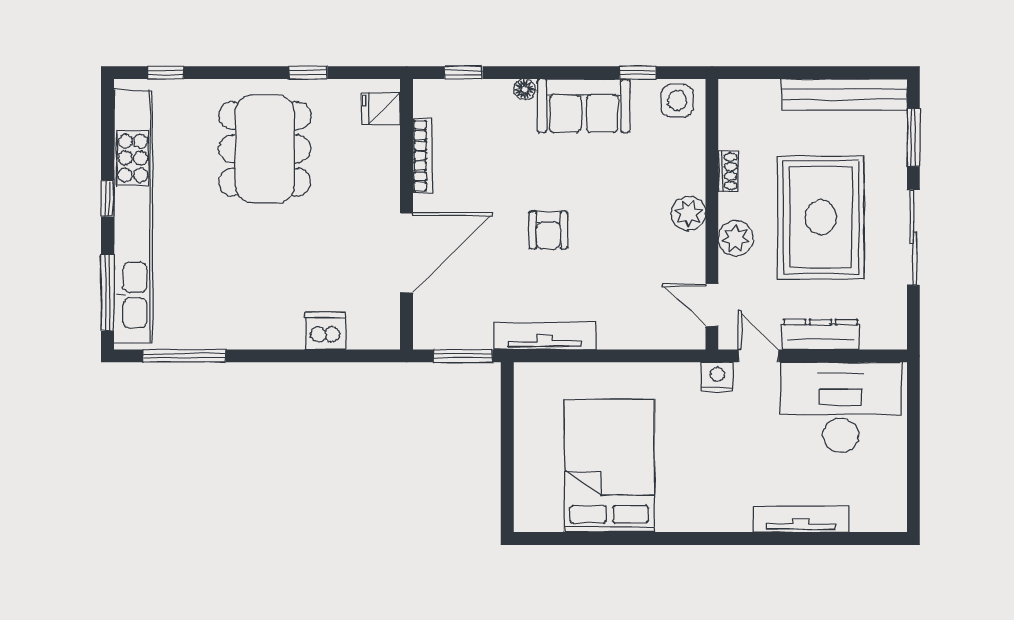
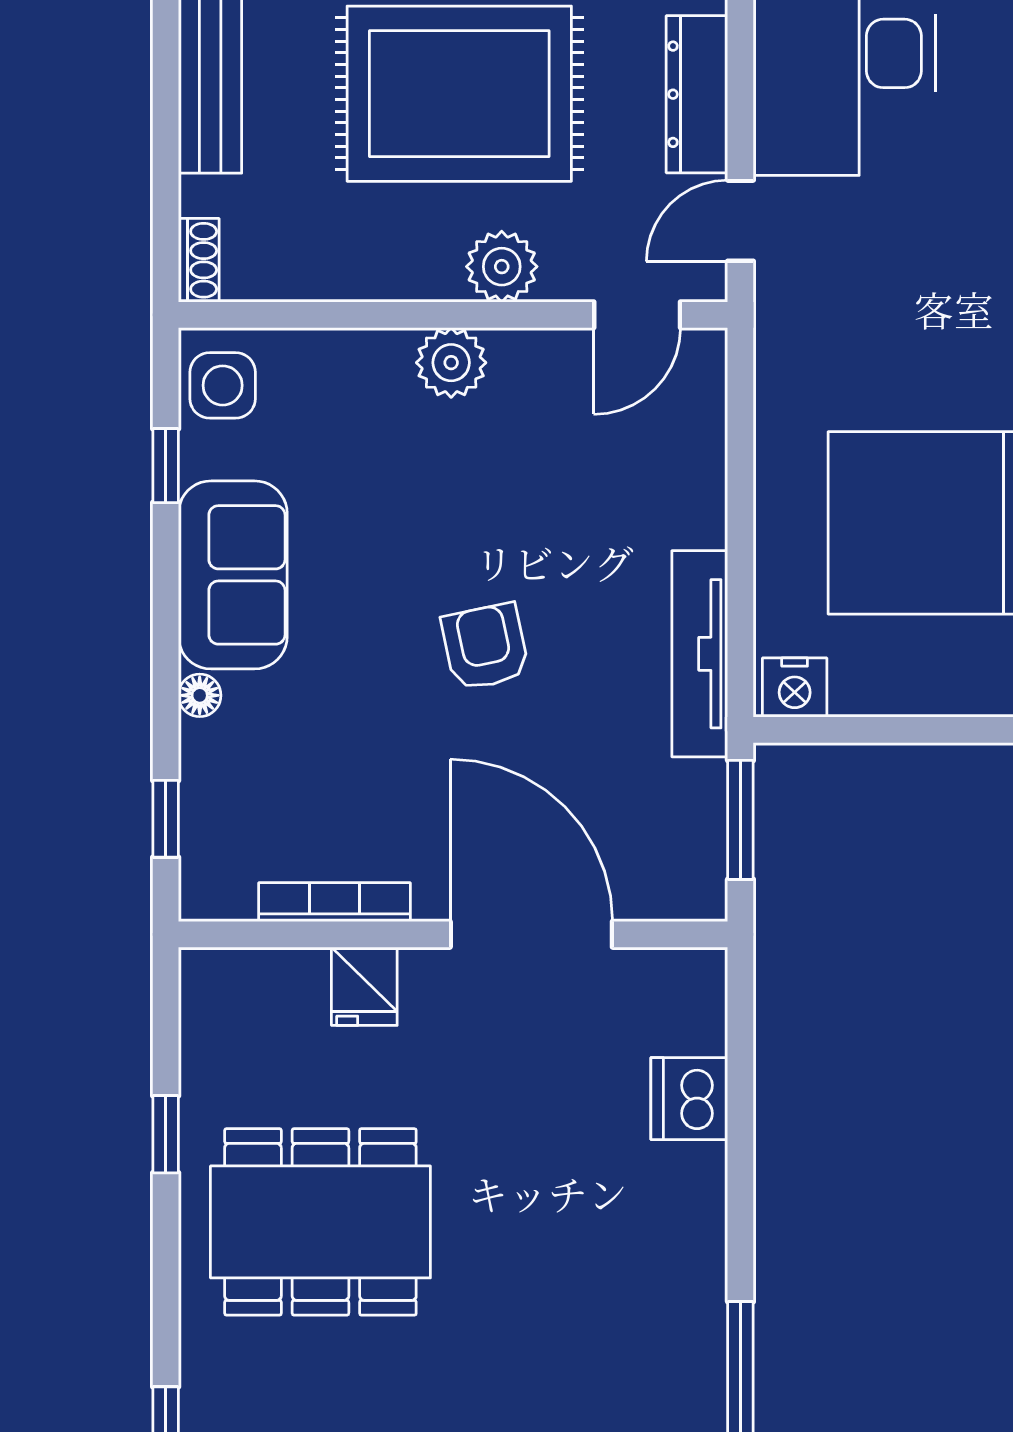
fridge: (381, 109) -> (364, 986), moved
shoe rack: (728, 171) -> (199, 260), moved, turned 90
armchair: (548, 230) -> (485, 647), turned -102
nightstand: (717, 377) -> (795, 688), moved, turned -90

